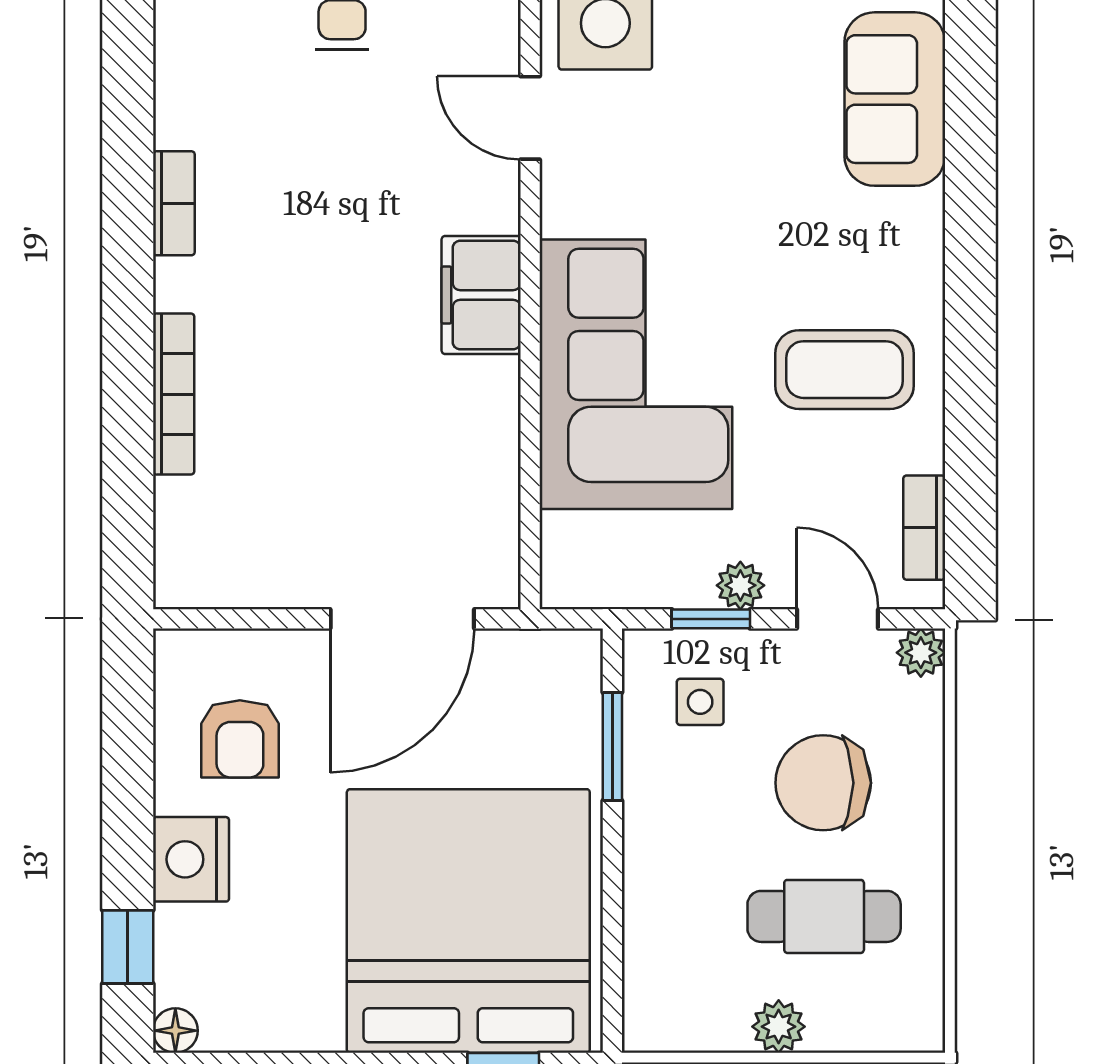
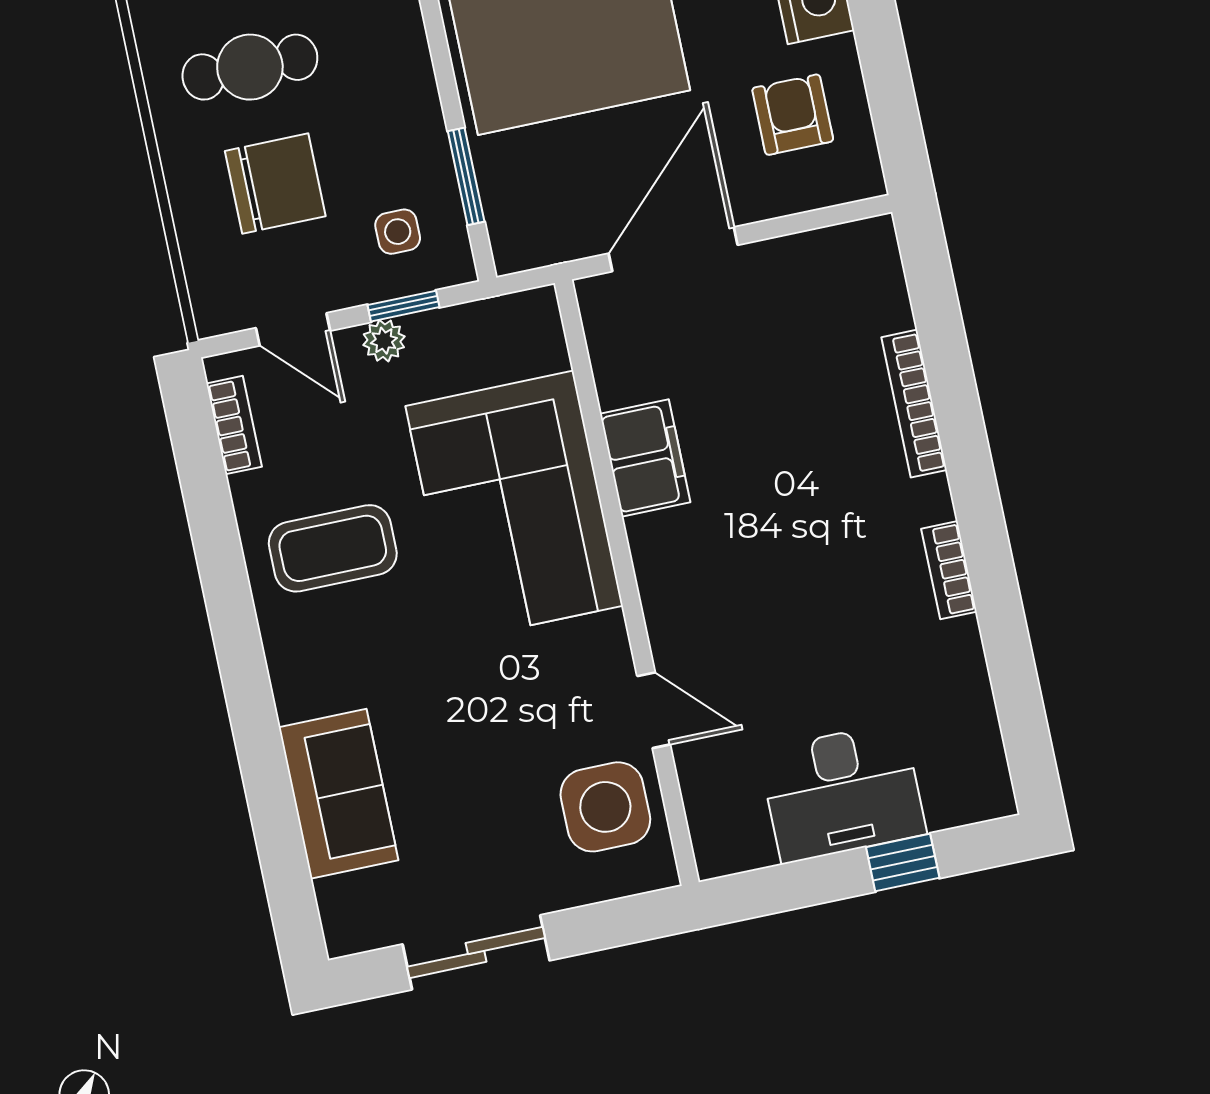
filing cabinet: (481, 295) -> (645, 458), moved
plant: (921, 653) -> (214, 315), removed

